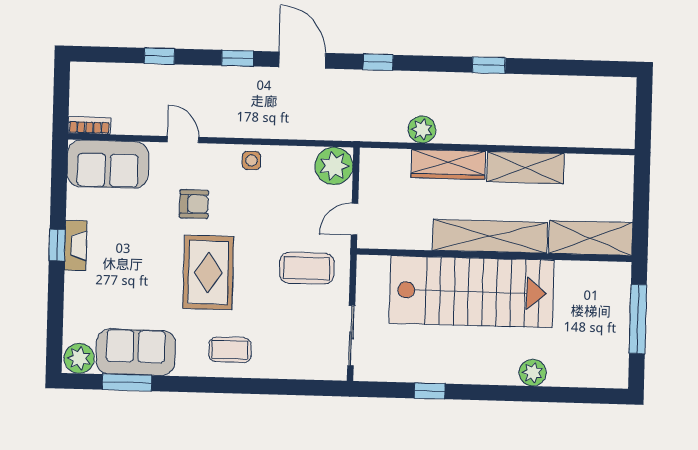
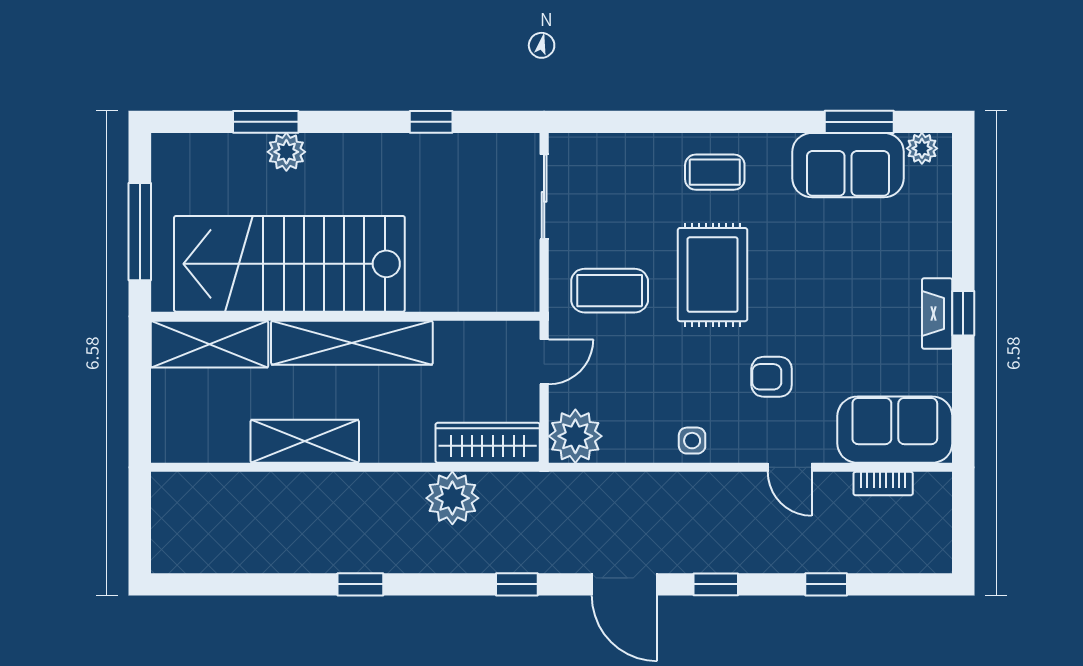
bookcase: (89, 125) -> (883, 484), moved
plant: (422, 130) -> (452, 498), width x1.36, depth x1.36
wardrobe: (448, 164) -> (488, 443), moved
rug: (208, 272) -> (713, 275), moved
stairs: (471, 292) -> (289, 264), moved
plant: (79, 358) -> (922, 148), width x0.73, depth x0.73
window: (547, 394) -> (266, 122), added

